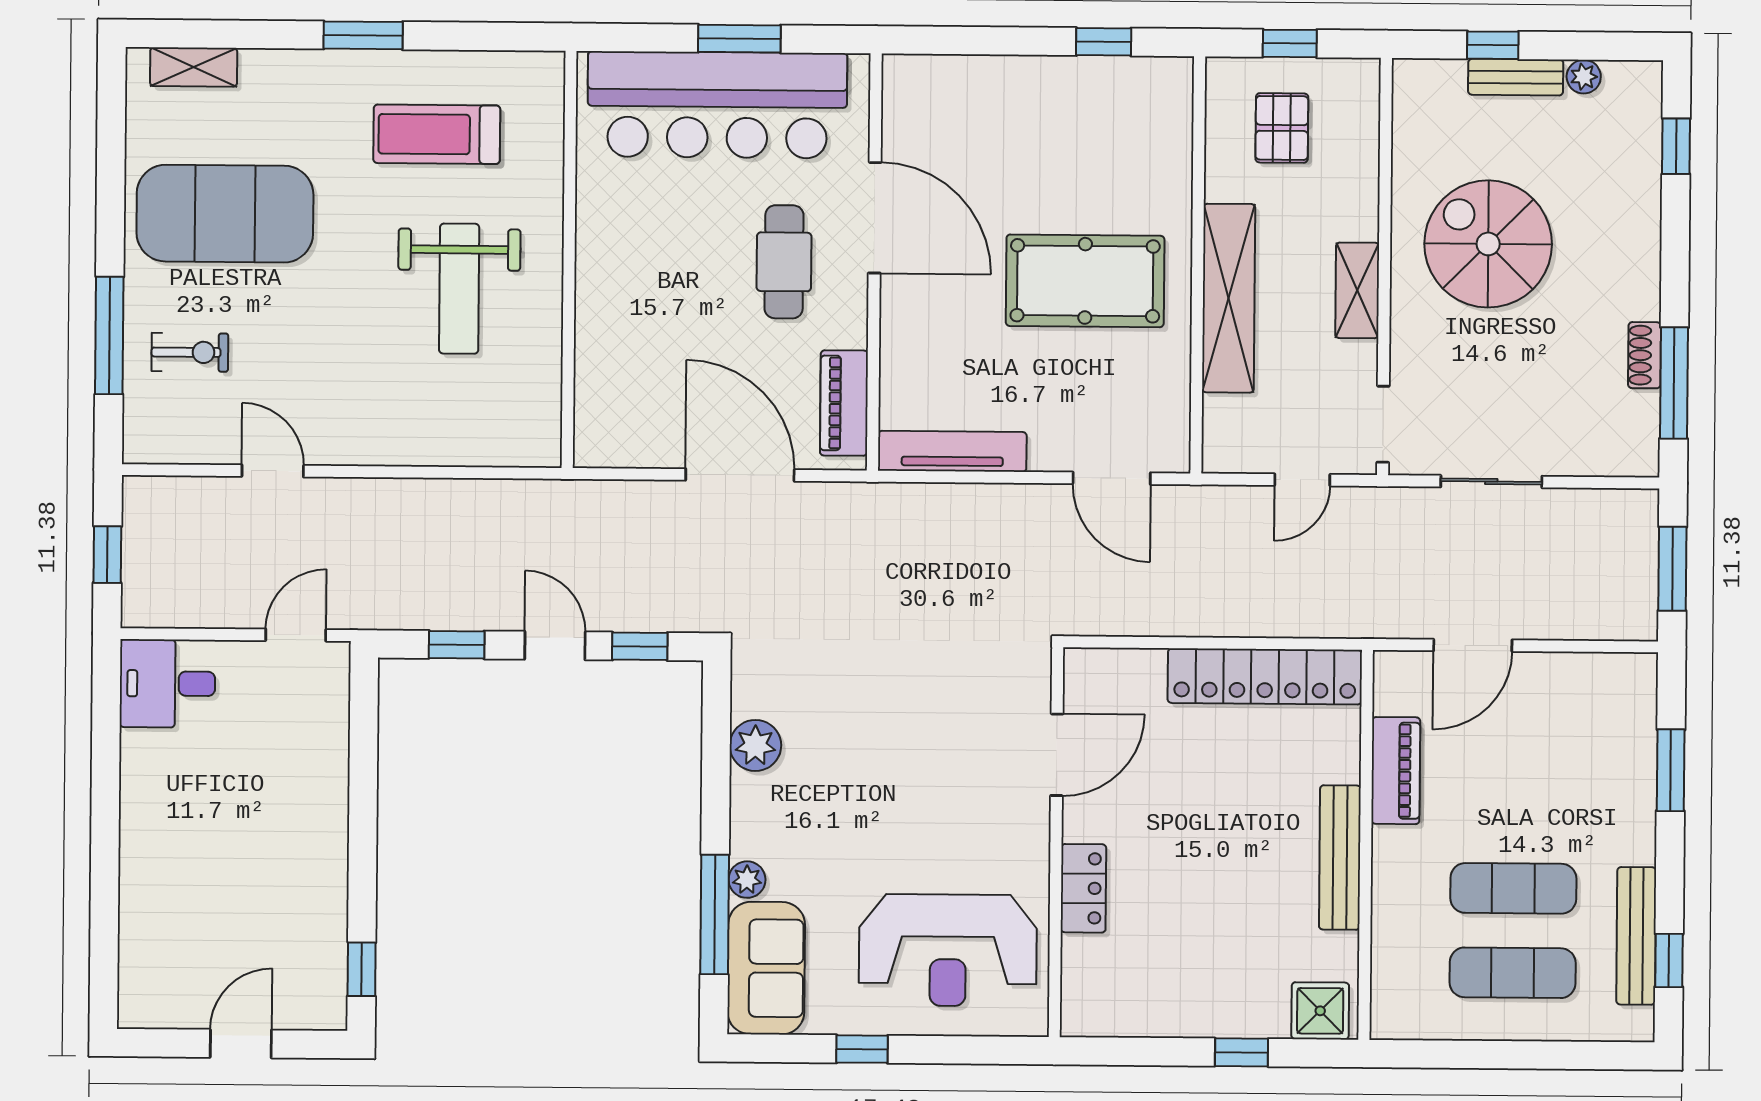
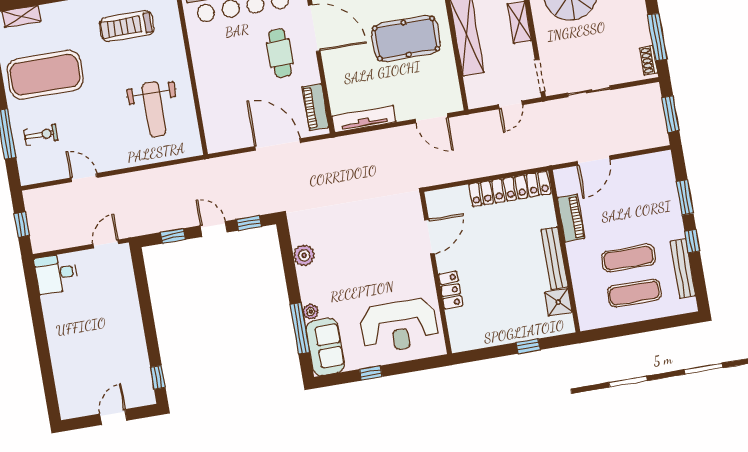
weight bench: (459, 289) -> (154, 109), moved
shoe rack: (1644, 355) -> (649, 60), moved
window: (1669, 961) -> (692, 241), moved
shower: (1320, 1011) -> (558, 302), moved

